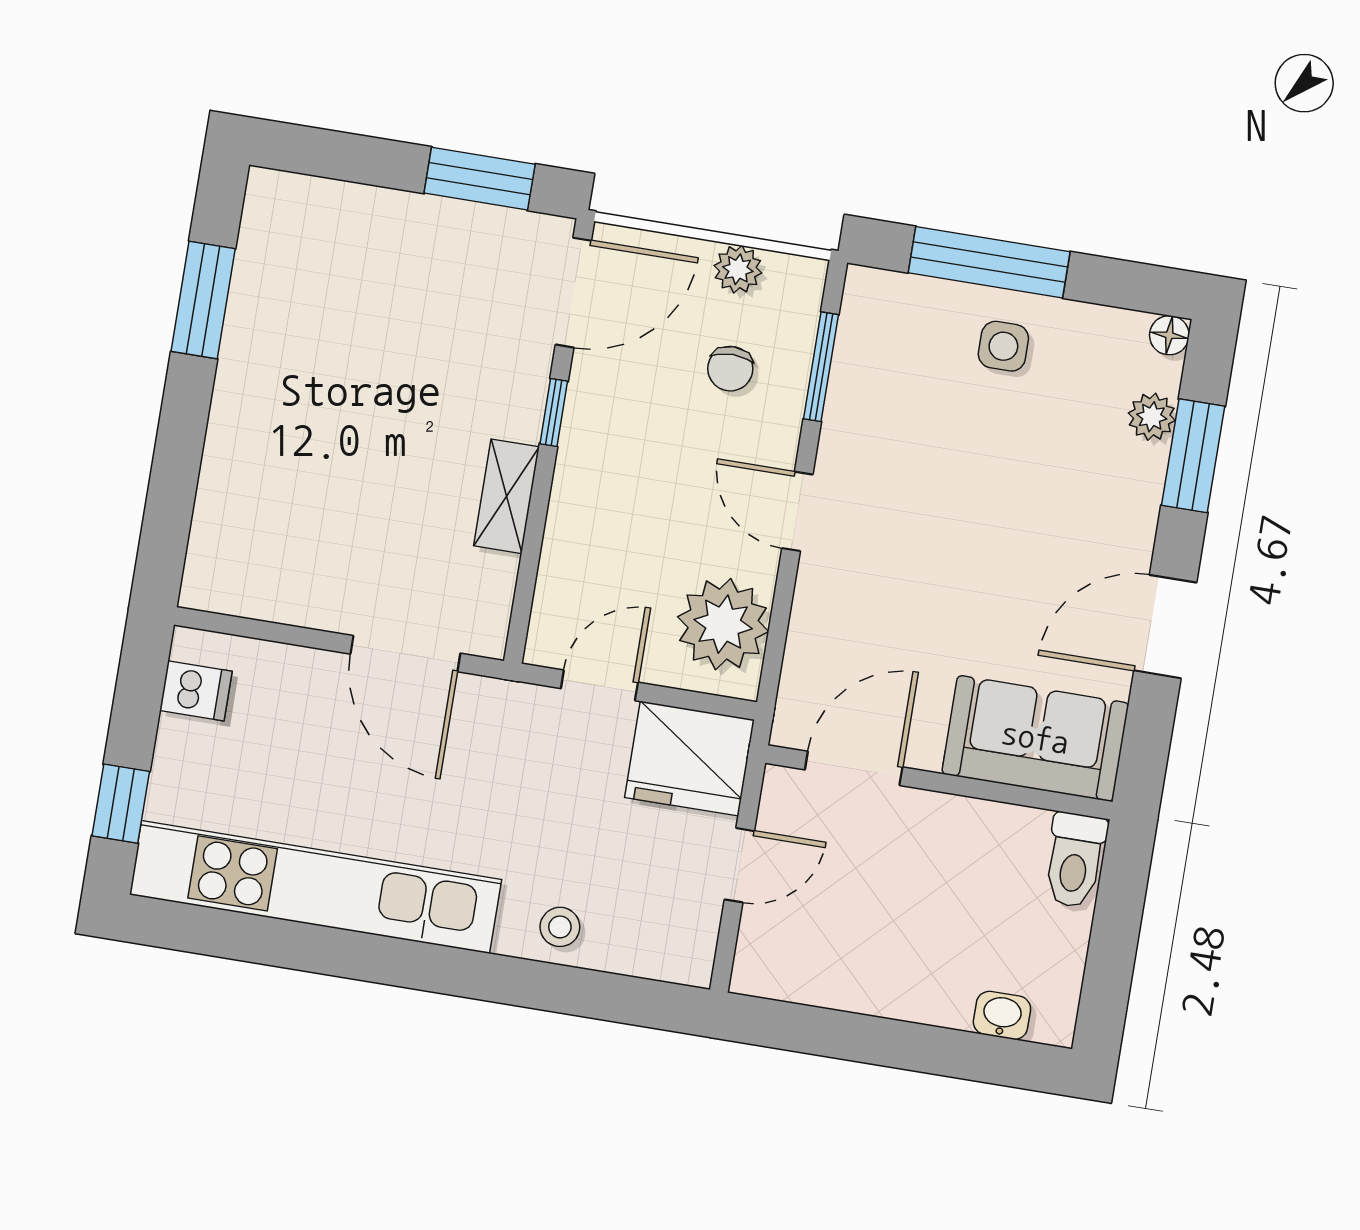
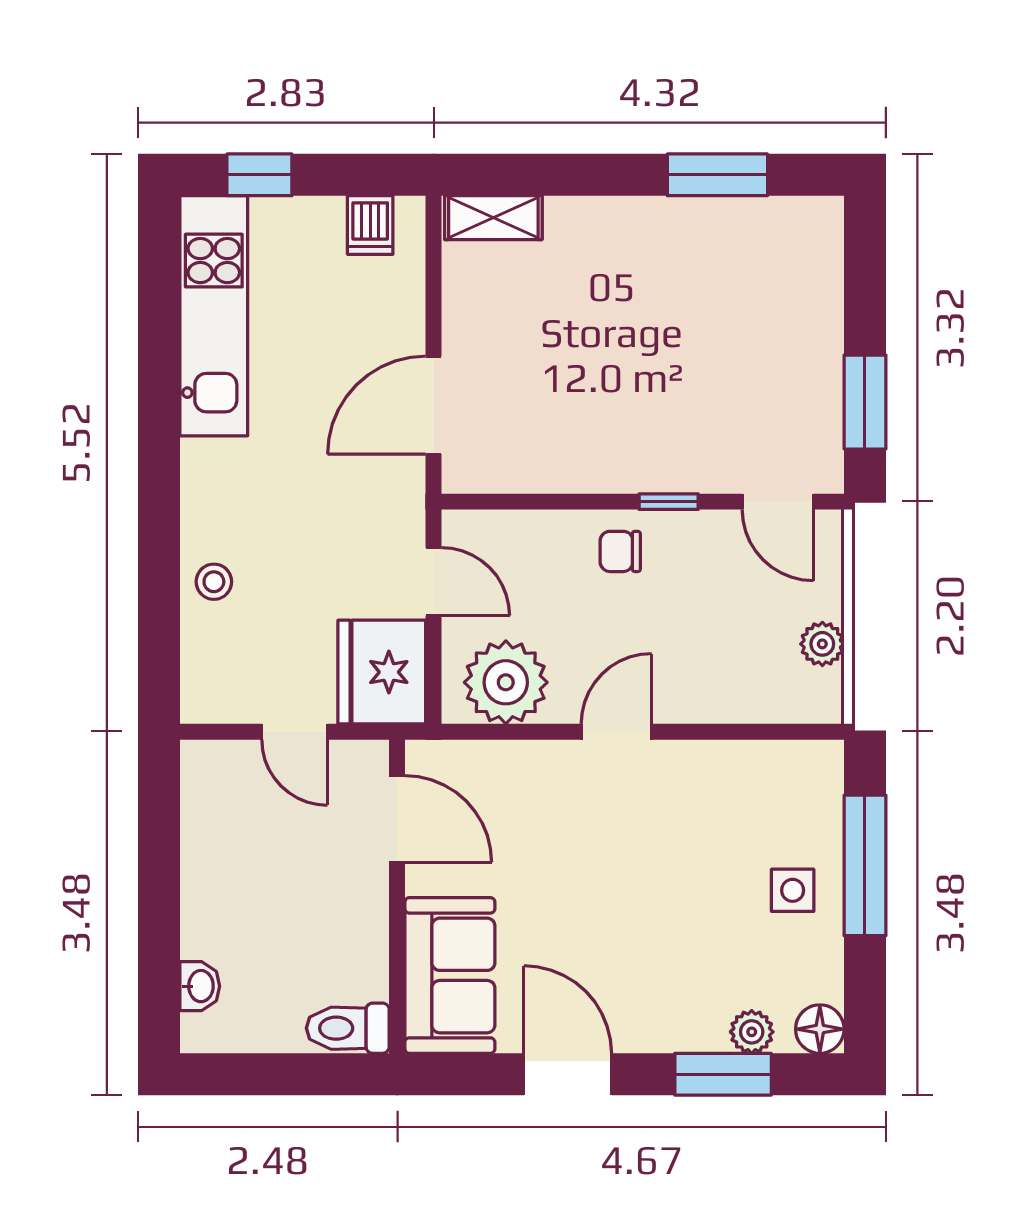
door: (573, 293) -> (778, 502), width x0.73
floor lamp: (1169, 335) -> (820, 1029), width x1.37, depth x1.37
window: (821, 367) -> (748, 732), removed
chair: (730, 369) -> (620, 551), moved
shelving: (506, 496) -> (493, 218), moved
kitchen unit: (316, 887) -> (214, 316), width x0.73

